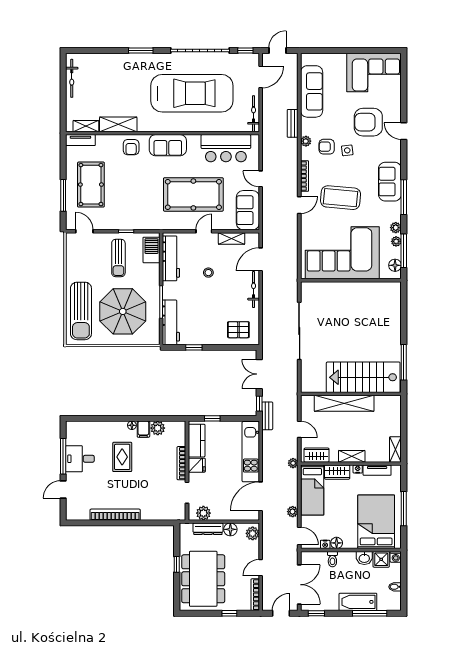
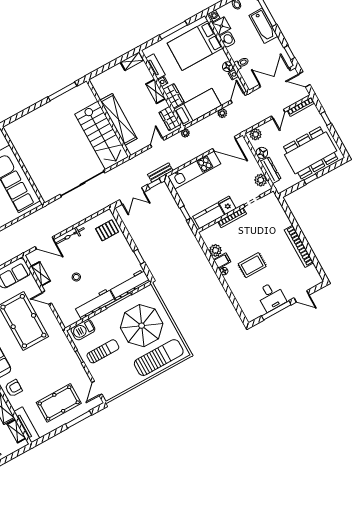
tv unit: (80, 140) -> (27, 425), width x1.41
workbench: (171, 258) -> (95, 304), moved
pallet: (238, 330) -> (107, 230), turned 90
stairs: (363, 377) -> (102, 135), moved
door: (261, 568) -> (278, 114), hinge flipped

